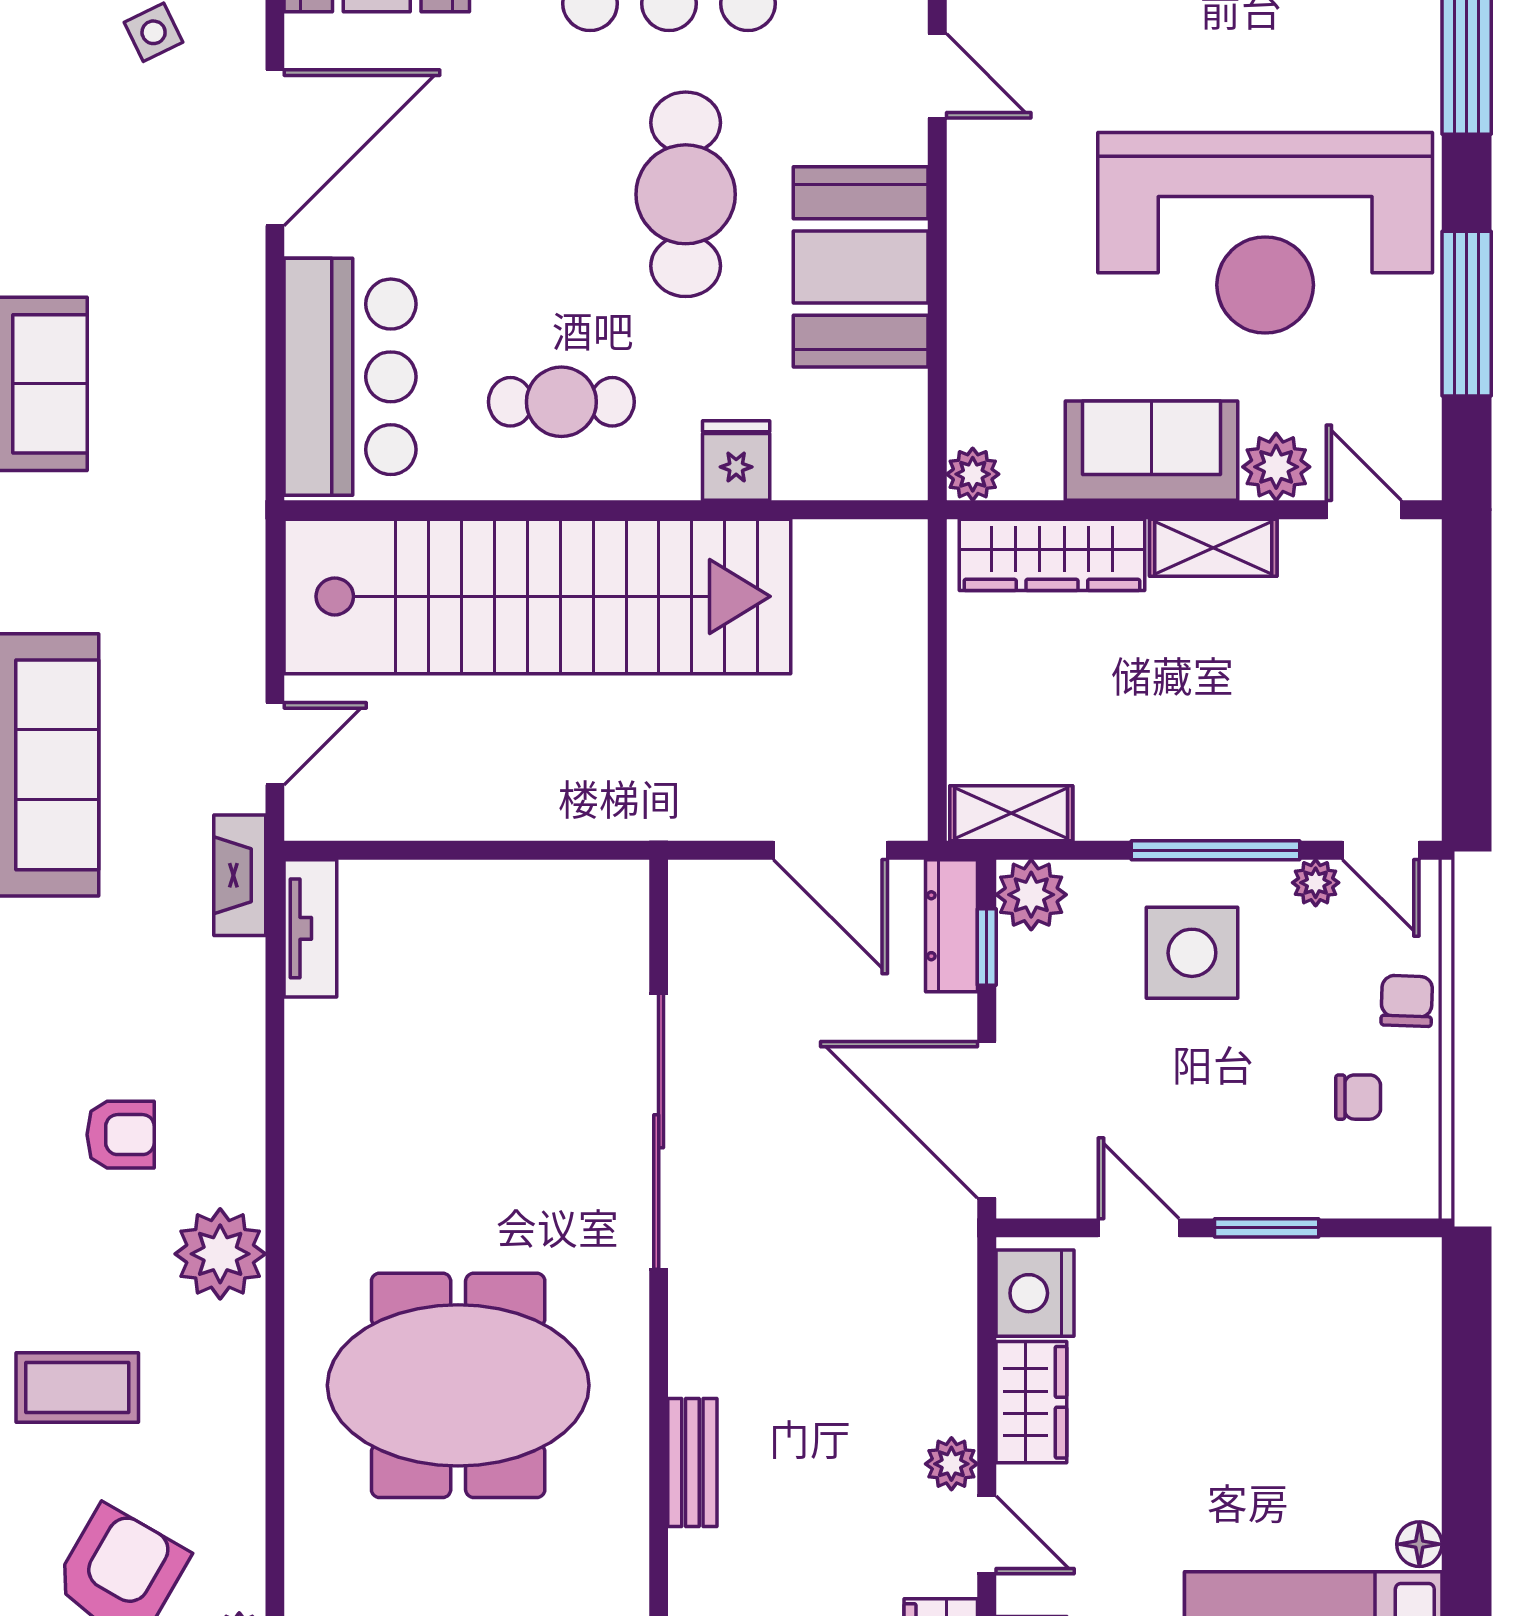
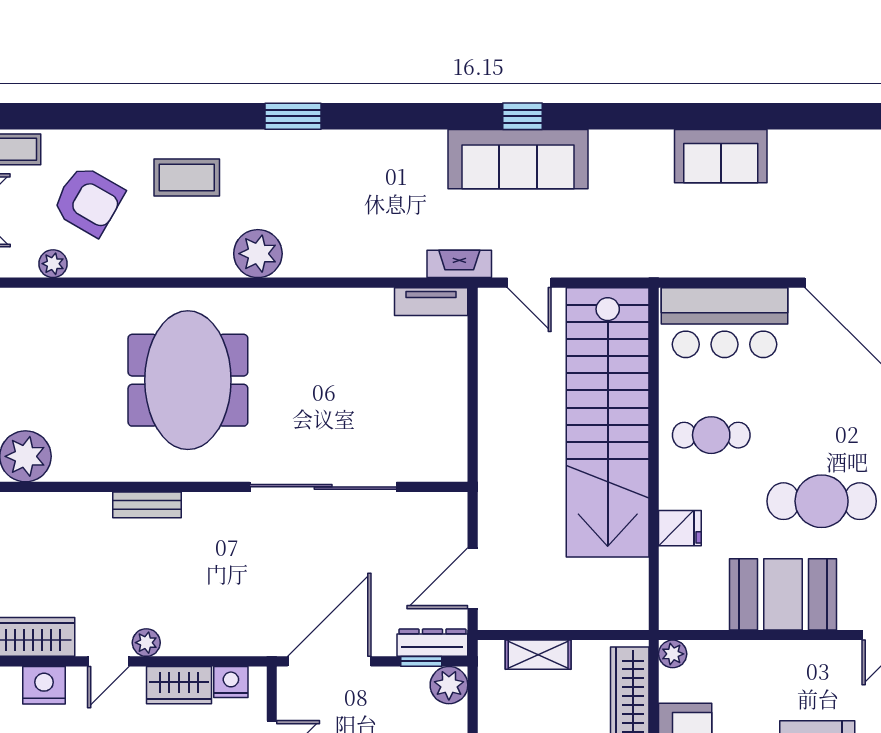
cafe table: (561, 402) -> (711, 435), turned 90
shelving: (1011, 813) -> (538, 655), moved, turned 90
armchair: (121, 1135) -> (321, 201), removed
nightstand: (1035, 1293) -> (231, 682), width x0.74, depth x0.75
coffee table: (77, 1388) -> (187, 178), turned 90

